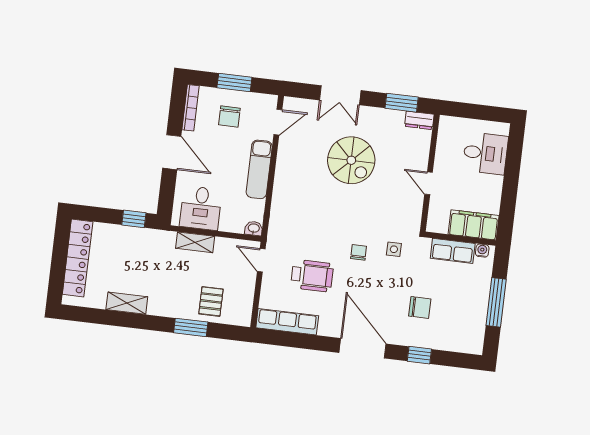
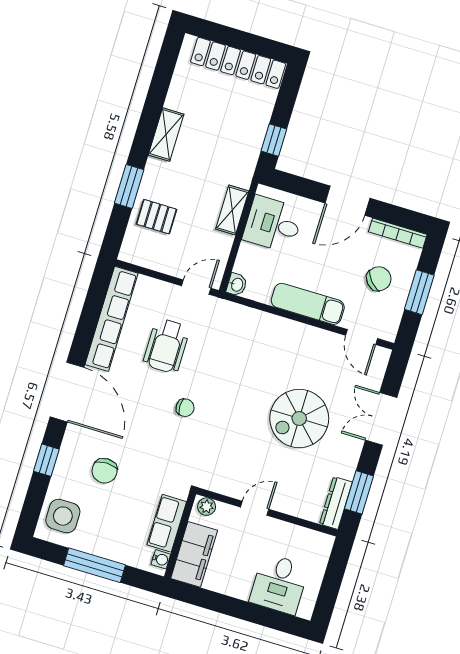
chair: (229, 116) -> (379, 279), turned 138
dresser: (419, 120) -> (336, 503), width x1.44
plant: (434, 222) -> (207, 507), added
side table: (394, 249) -> (63, 516), moved, width x1.87, depth x1.87
shelving: (127, 303) -> (166, 135), moved
row of seats: (287, 322) -> (111, 319), width x1.36
door: (362, 348) -> (67, 392), hinge flipped

